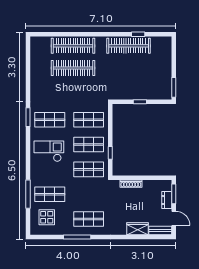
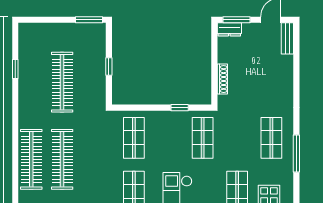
clothes rail: (129, 46) -> (62, 82), moved
shop shelf: (89, 145) -> (168, 138), removed
dresser: (167, 200) -> (229, 29), moved
wardrobe: (137, 229) -> (285, 70), removed

